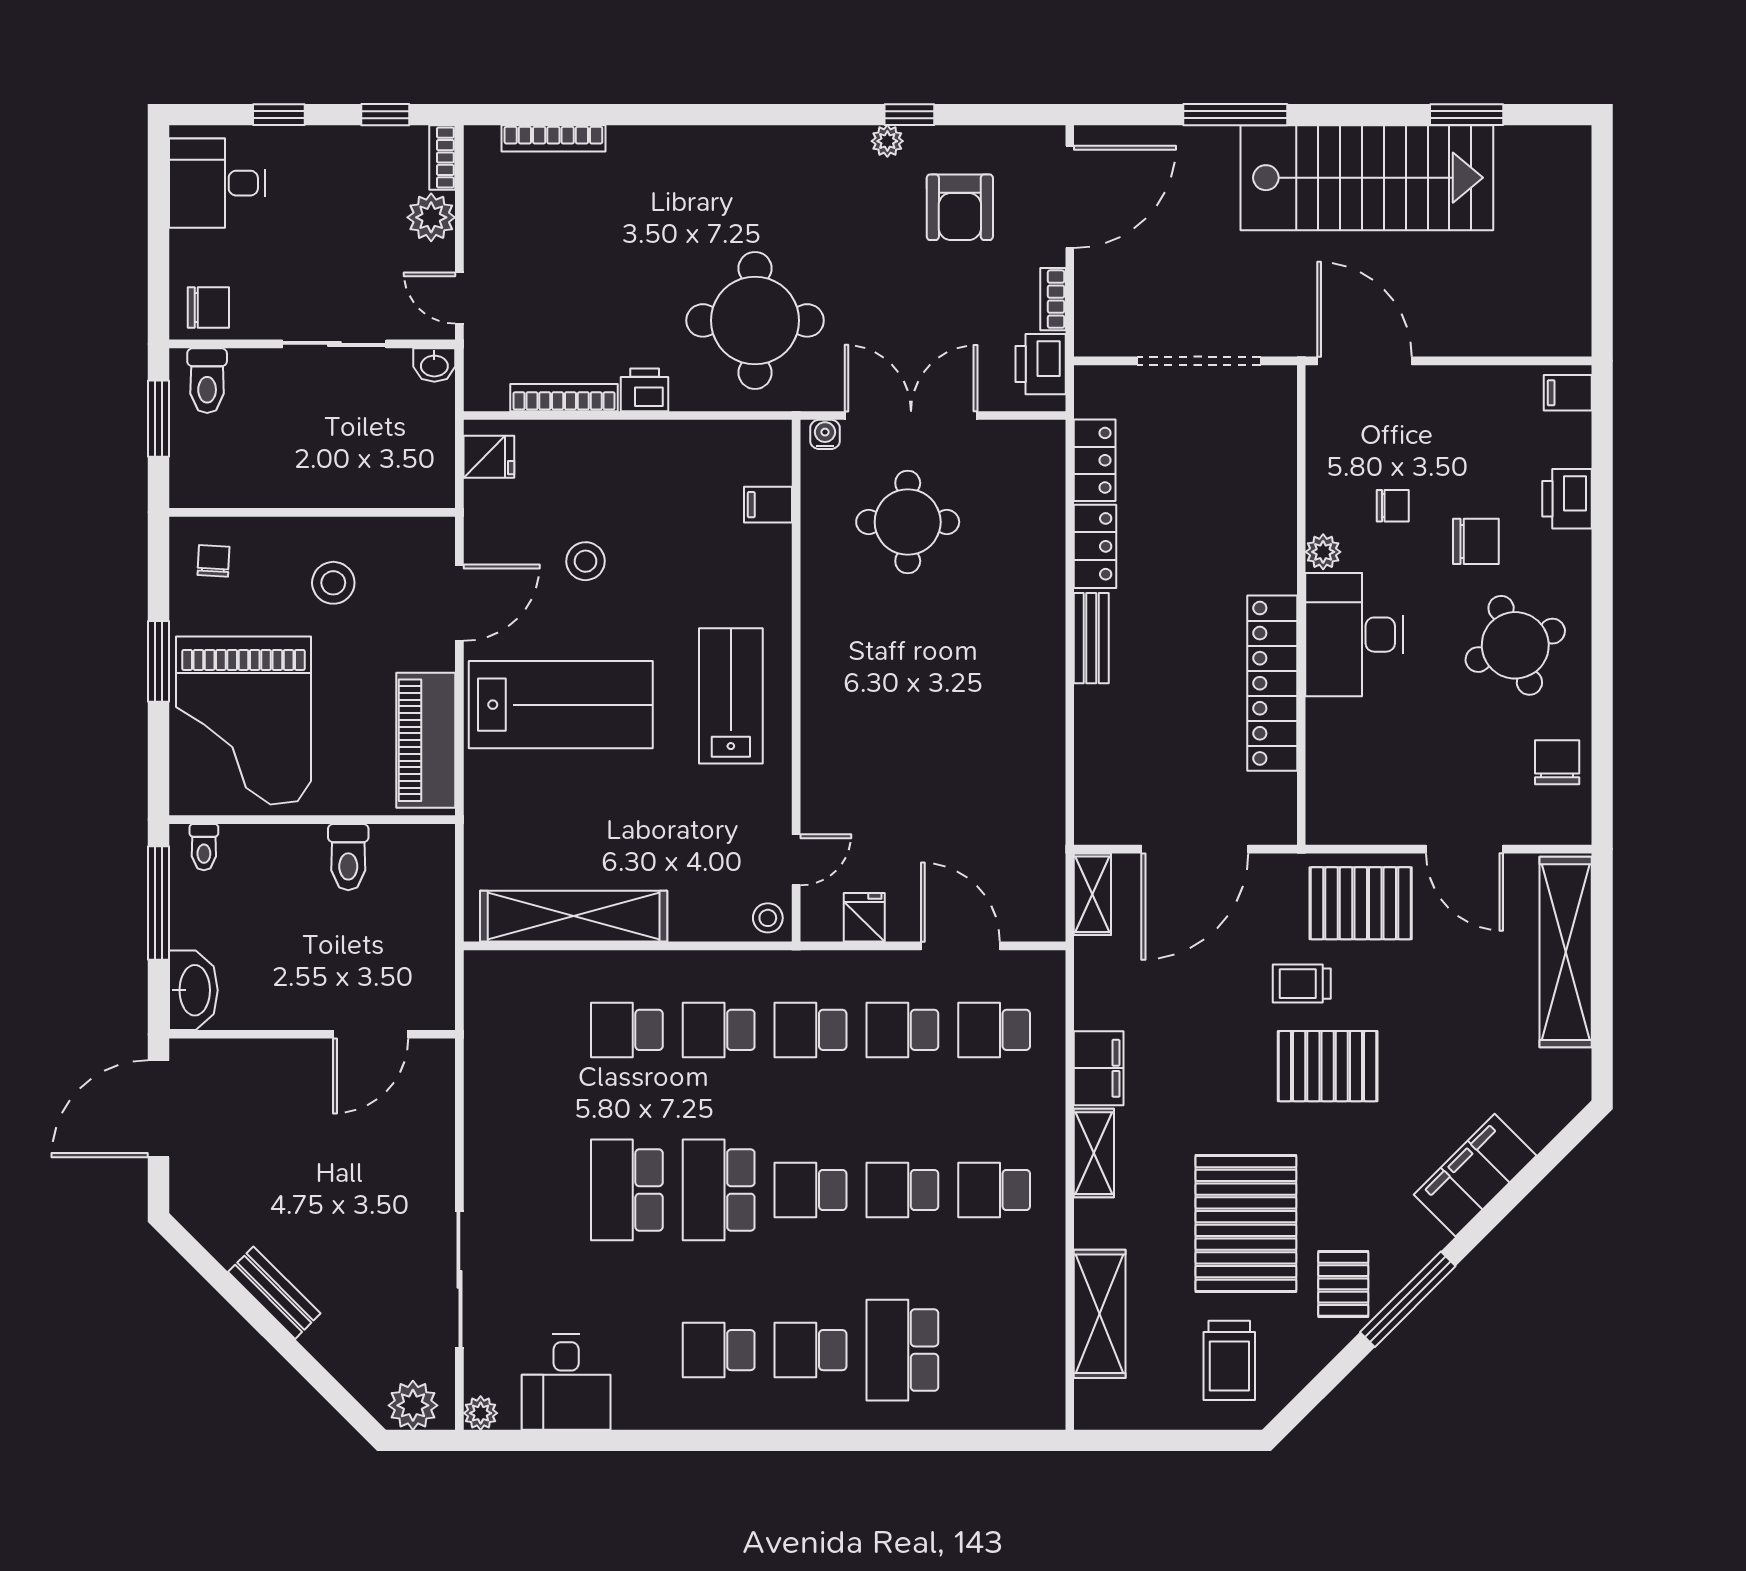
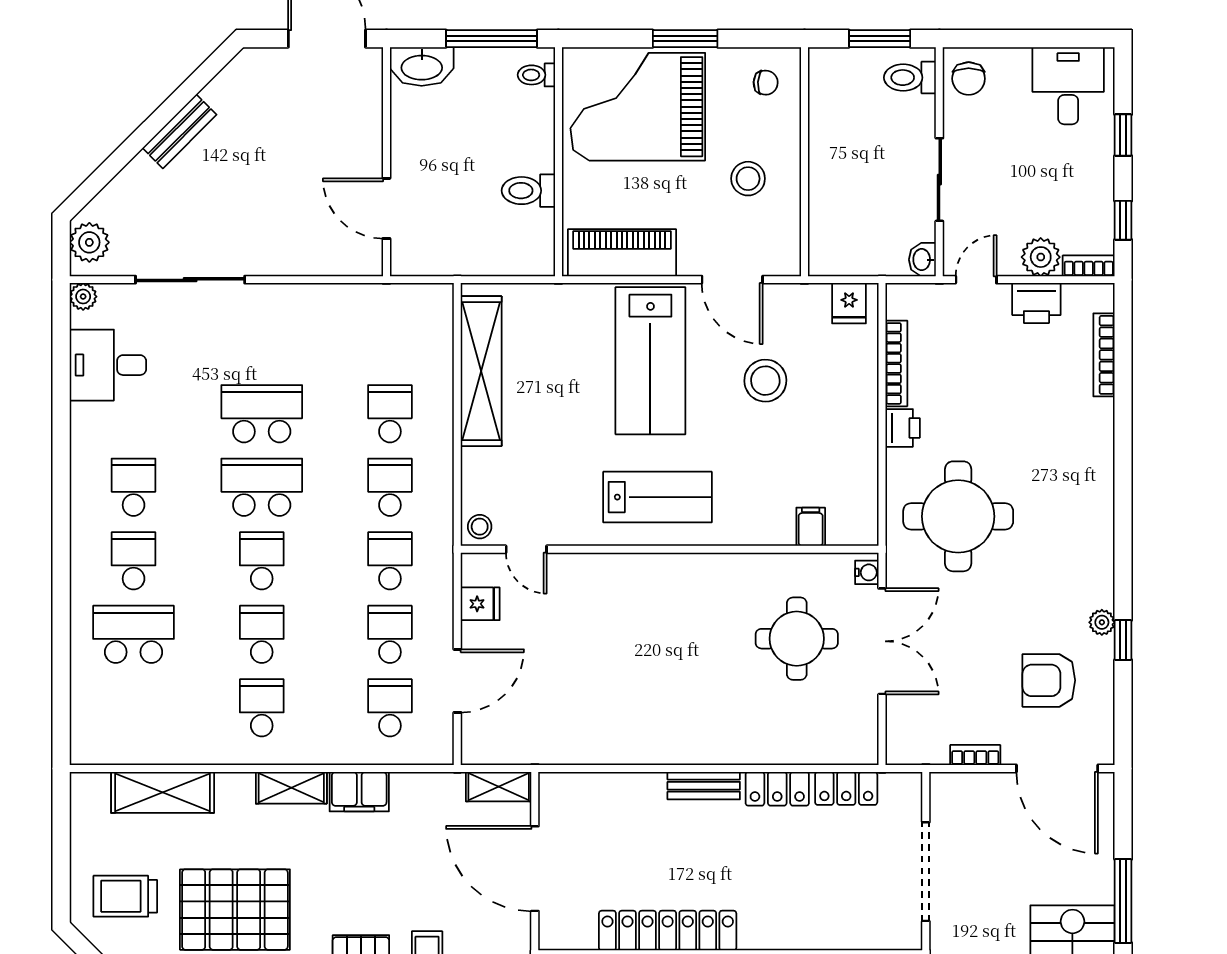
printer: (1041, 364) -> (1036, 303), moved, turned 180
stool: (586, 561) -> (765, 381), width x1.38, depth x1.38

